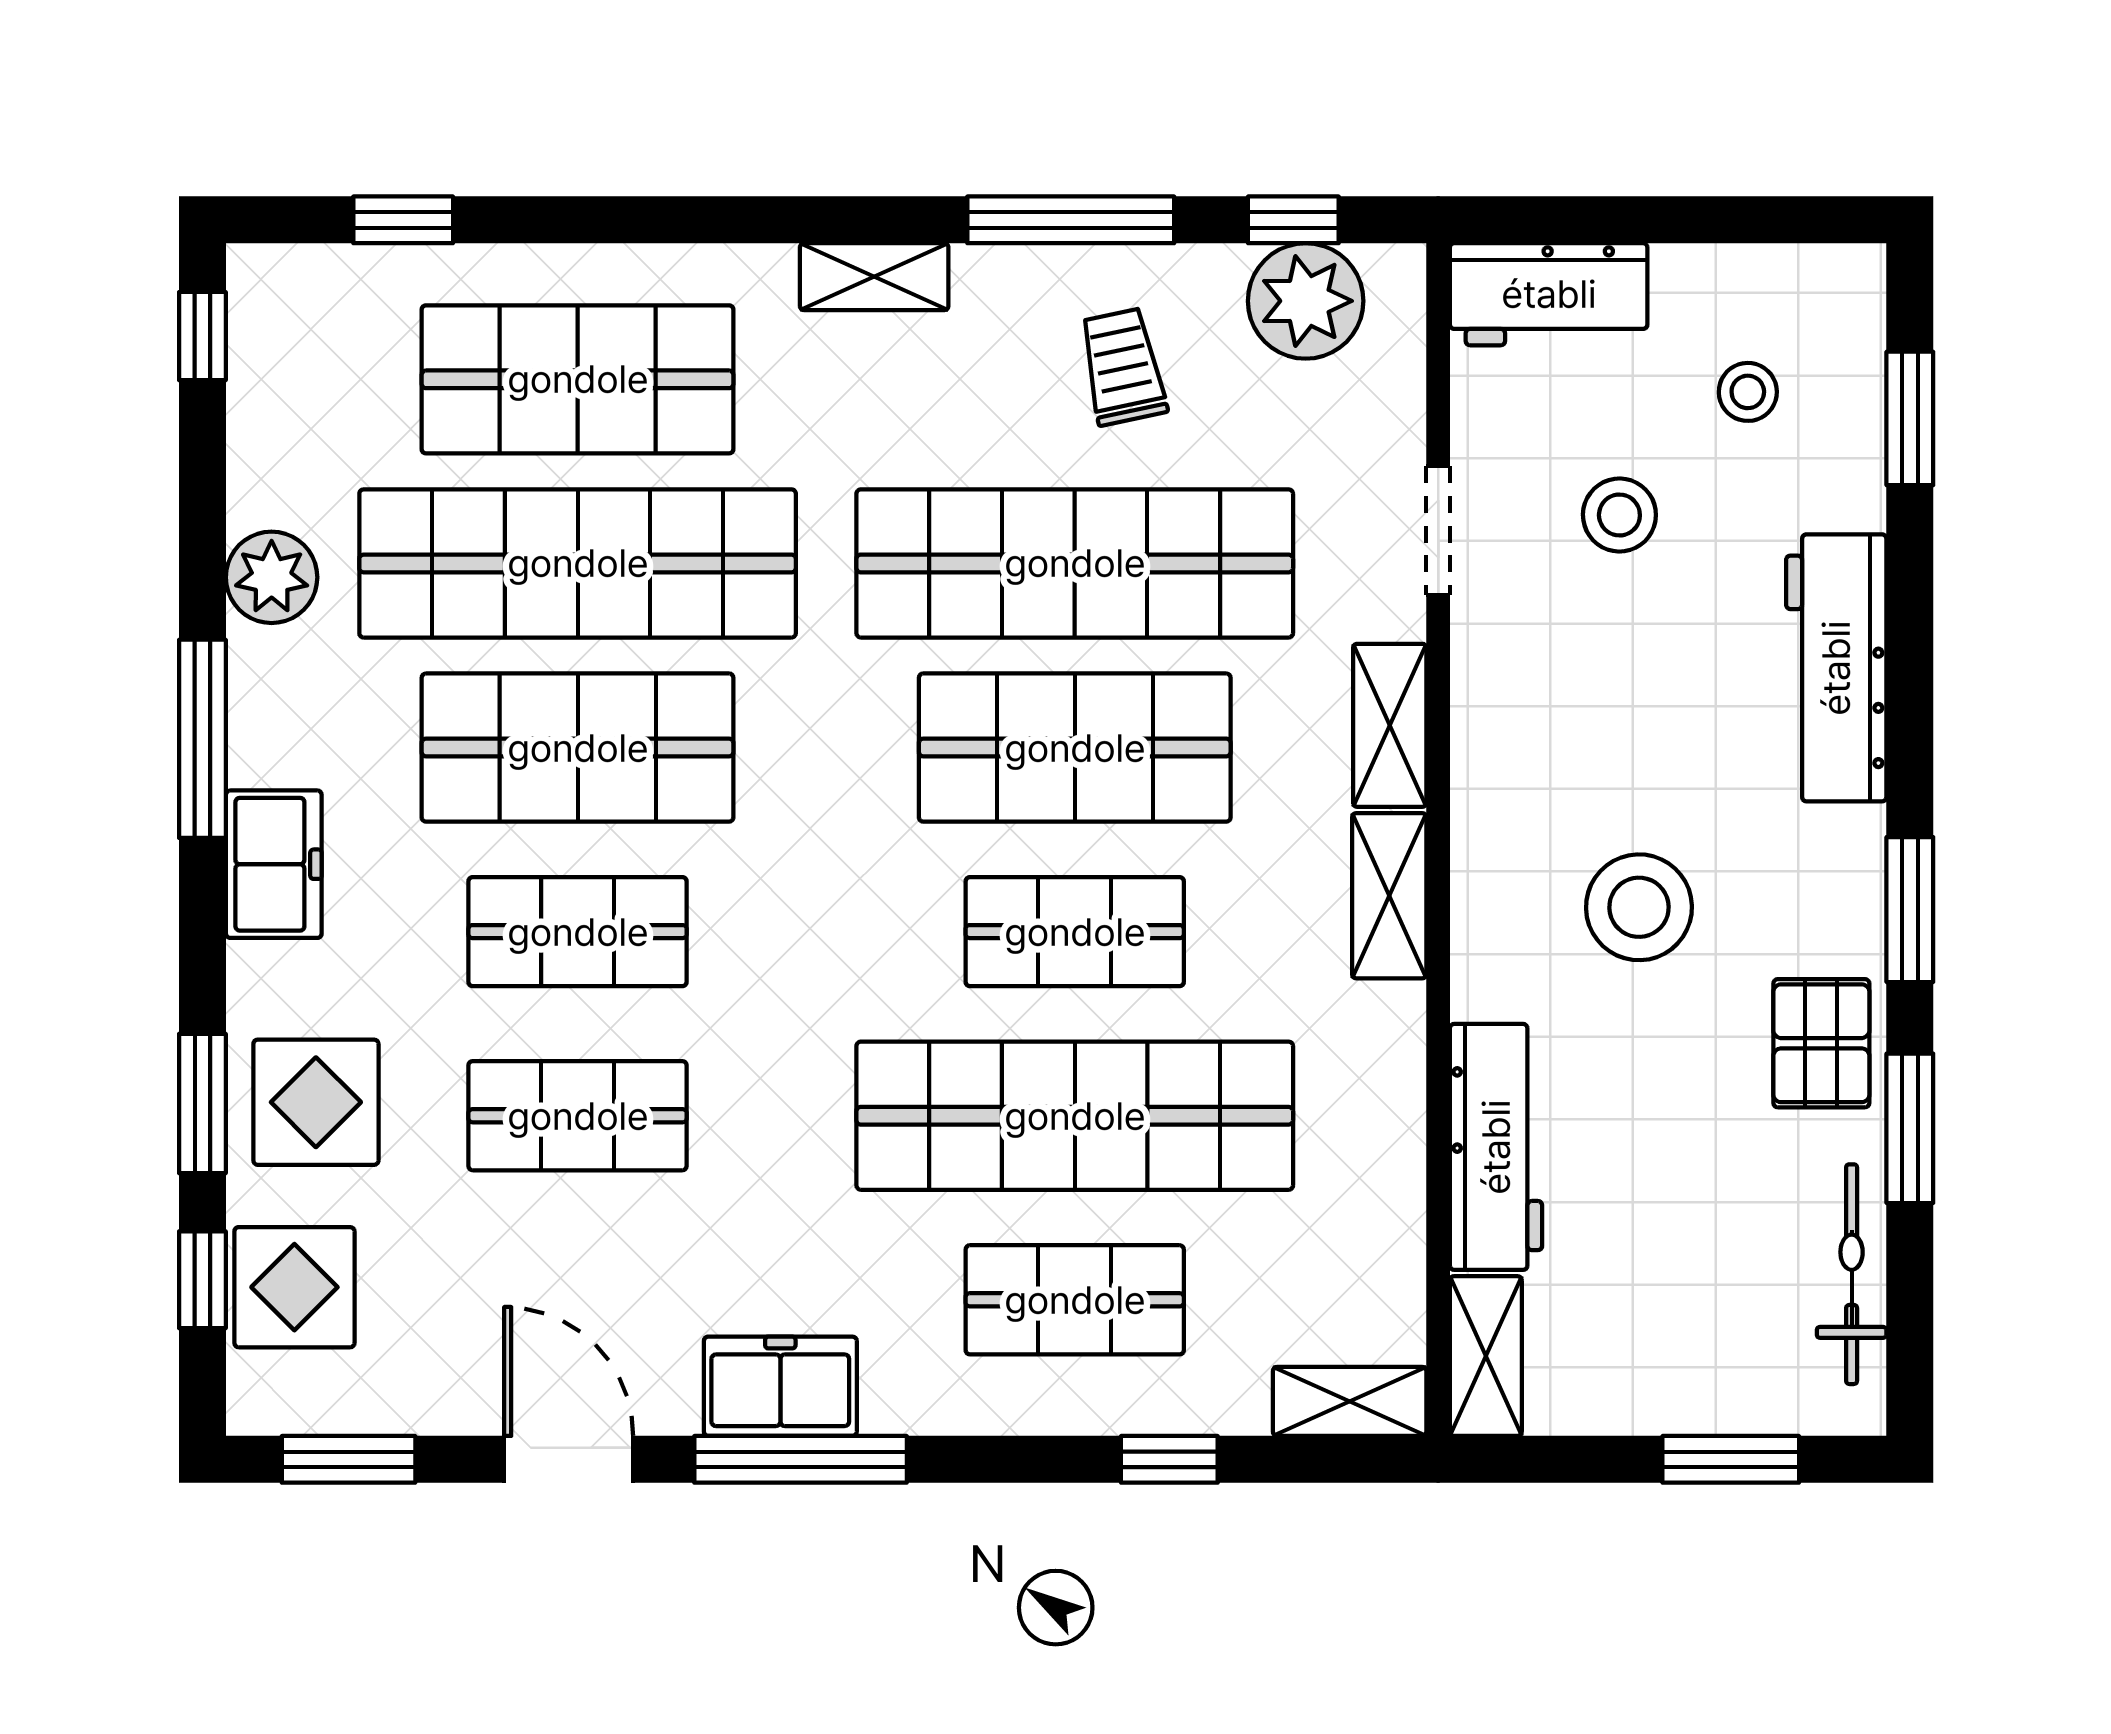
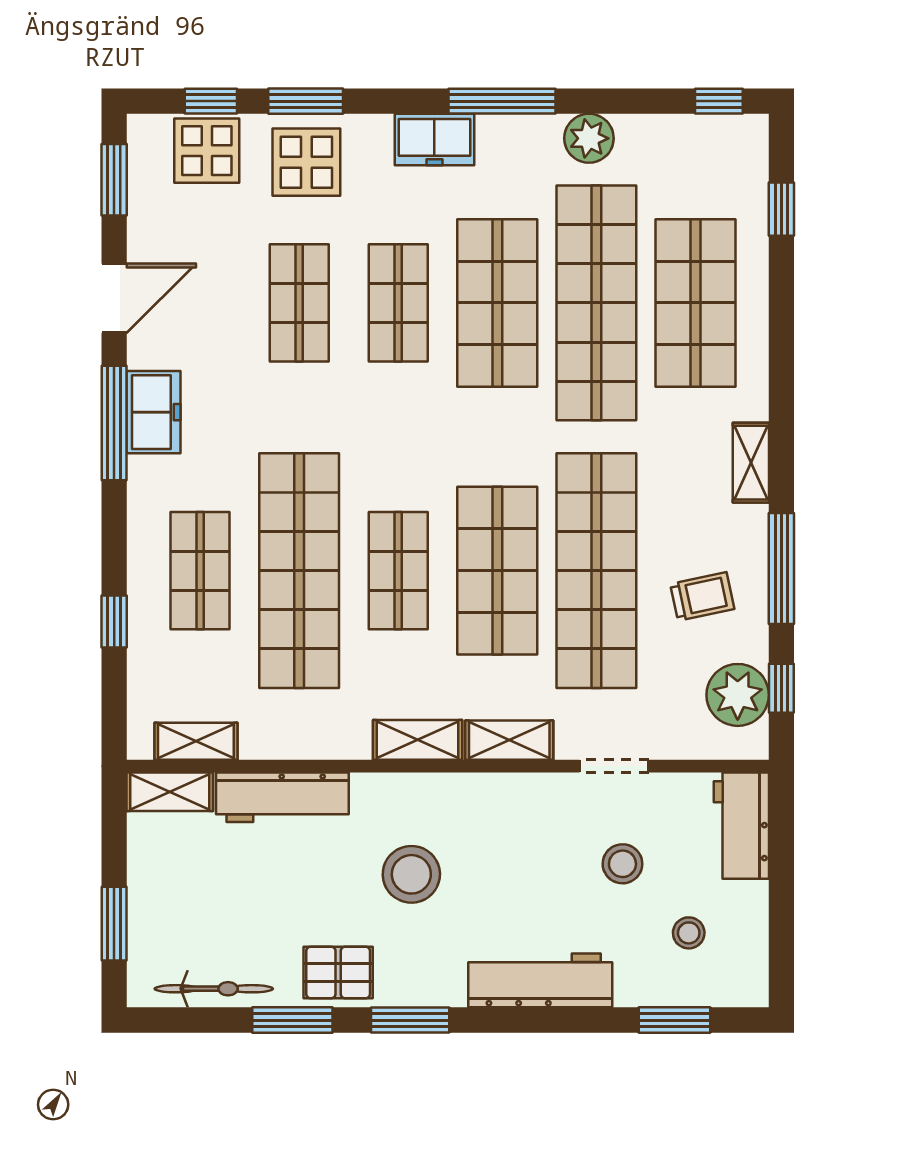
shelving: (1350, 1401) -> (196, 741), moved, turned 90

